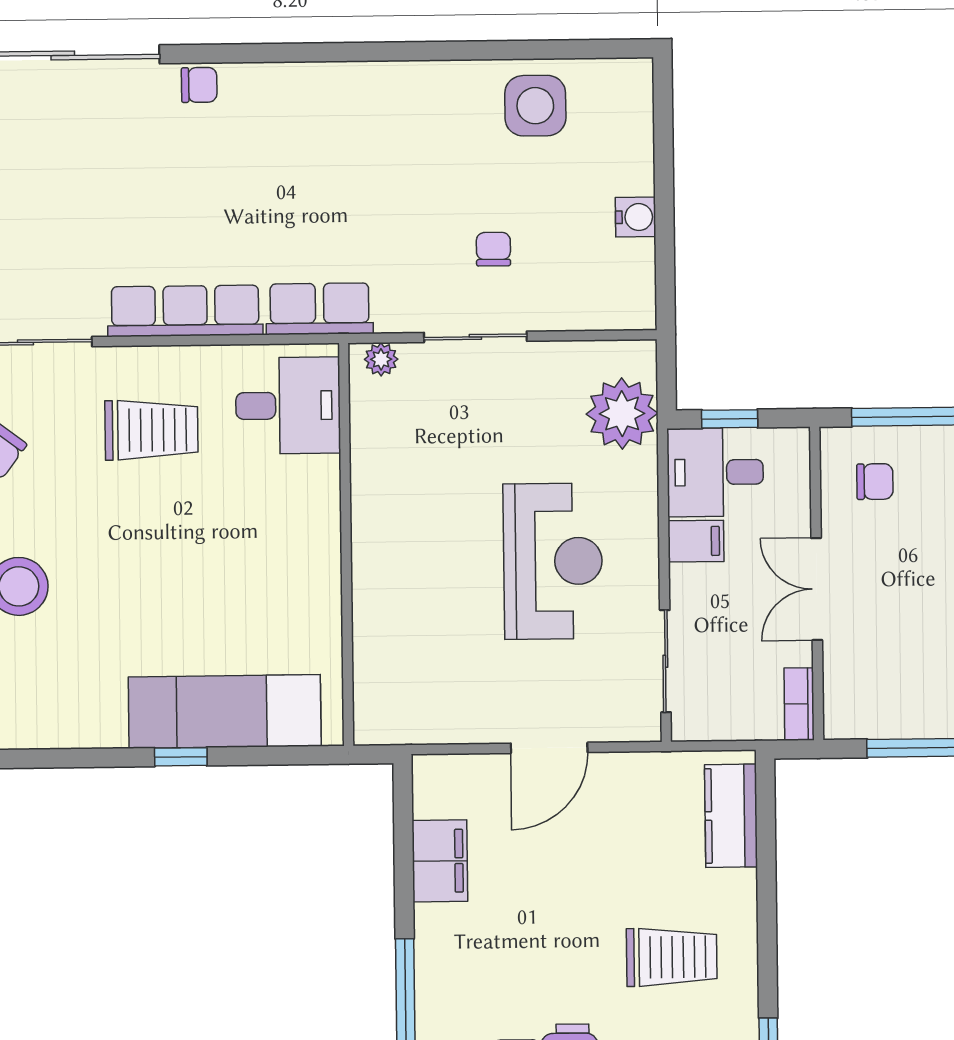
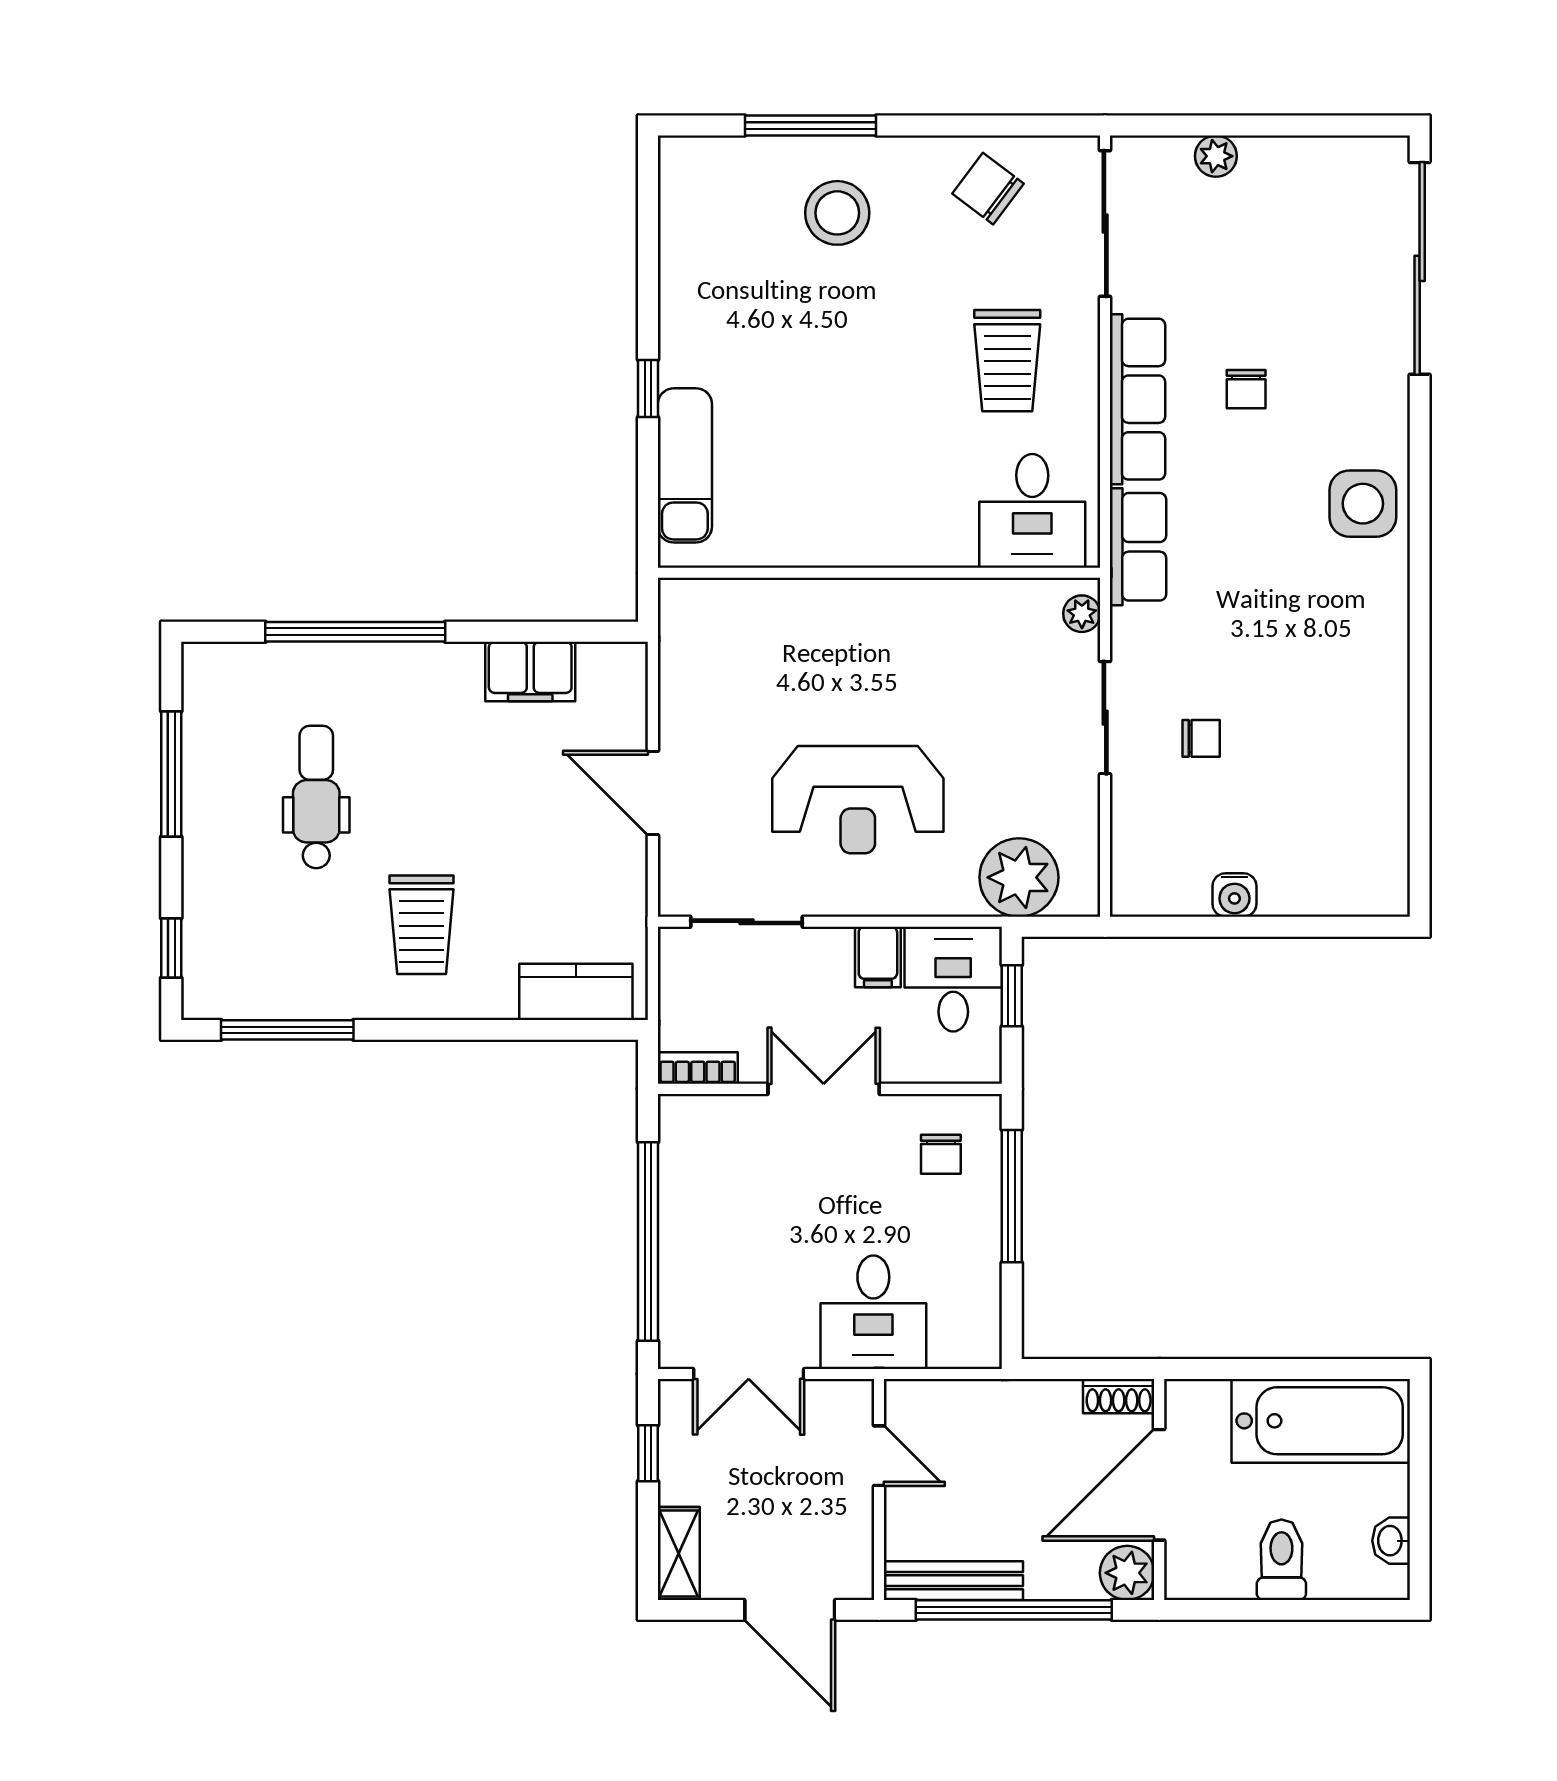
chair: (199, 85) -> (1246, 389), moved
side table: (535, 106) -> (1363, 504), moved
exam couch: (225, 711) -> (685, 465), width x0.73, depth x0.69

